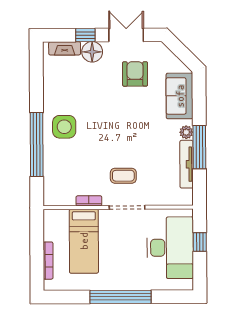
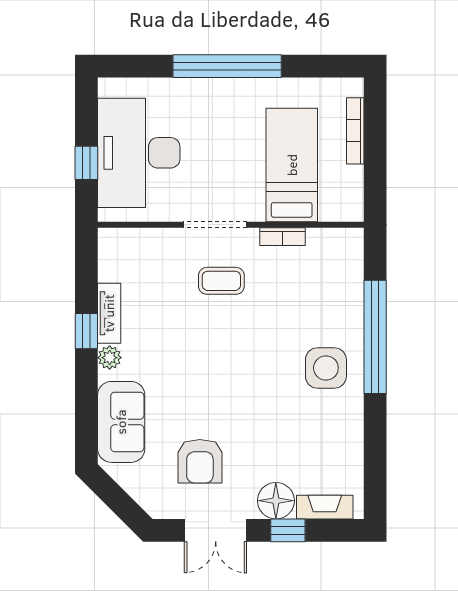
window: (199, 147) -> (86, 331), width x0.46
tv unit: (187, 164) -> (109, 313), width x0.71

